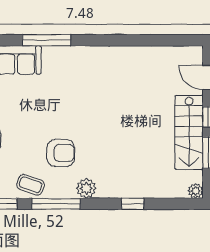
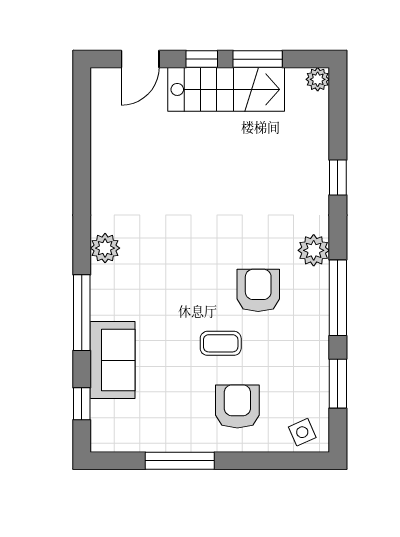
plant: (88, 55) -> (105, 248), added
coffee table: (31, 185) -> (221, 343), moved, turned 71

